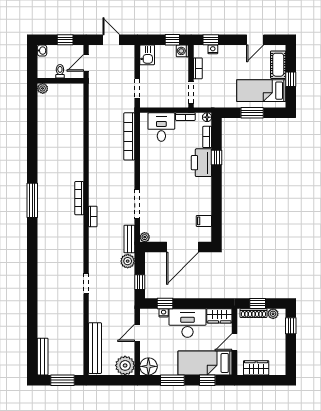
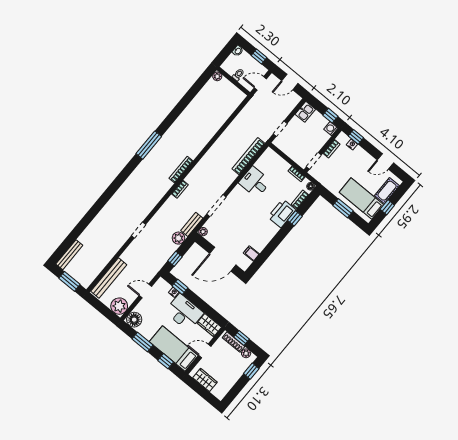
door: (111, 40) -> (290, 82), swing flipped
desk: (161, 127) -> (255, 182), moved, turned -90

